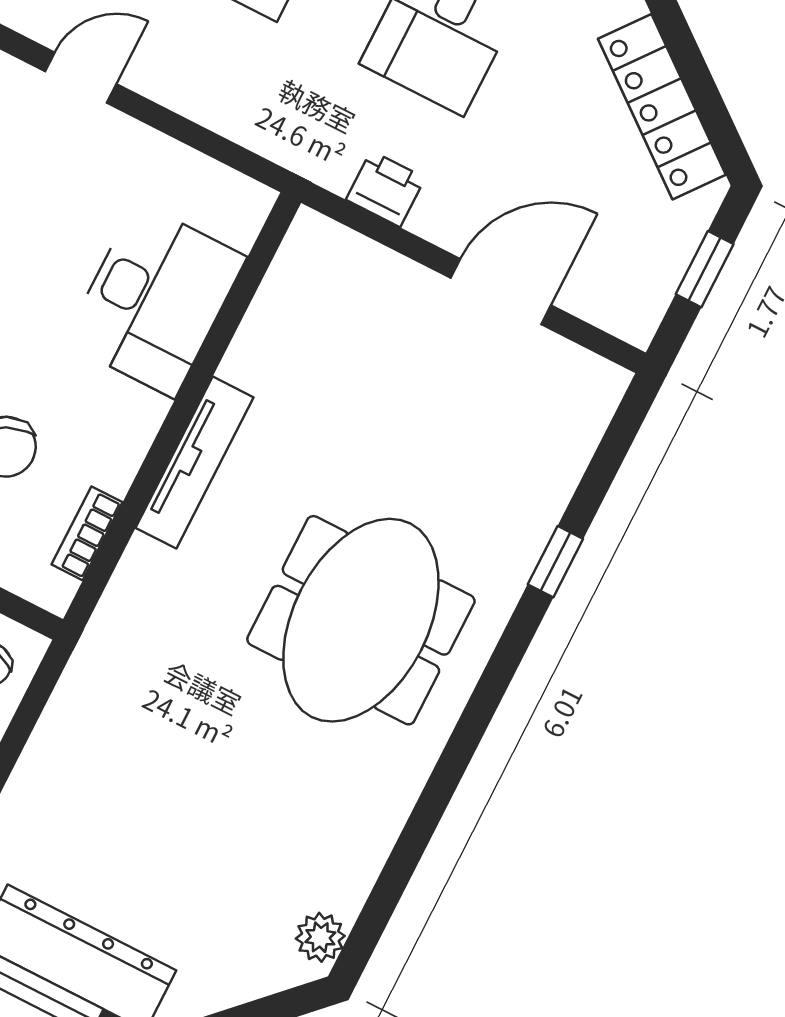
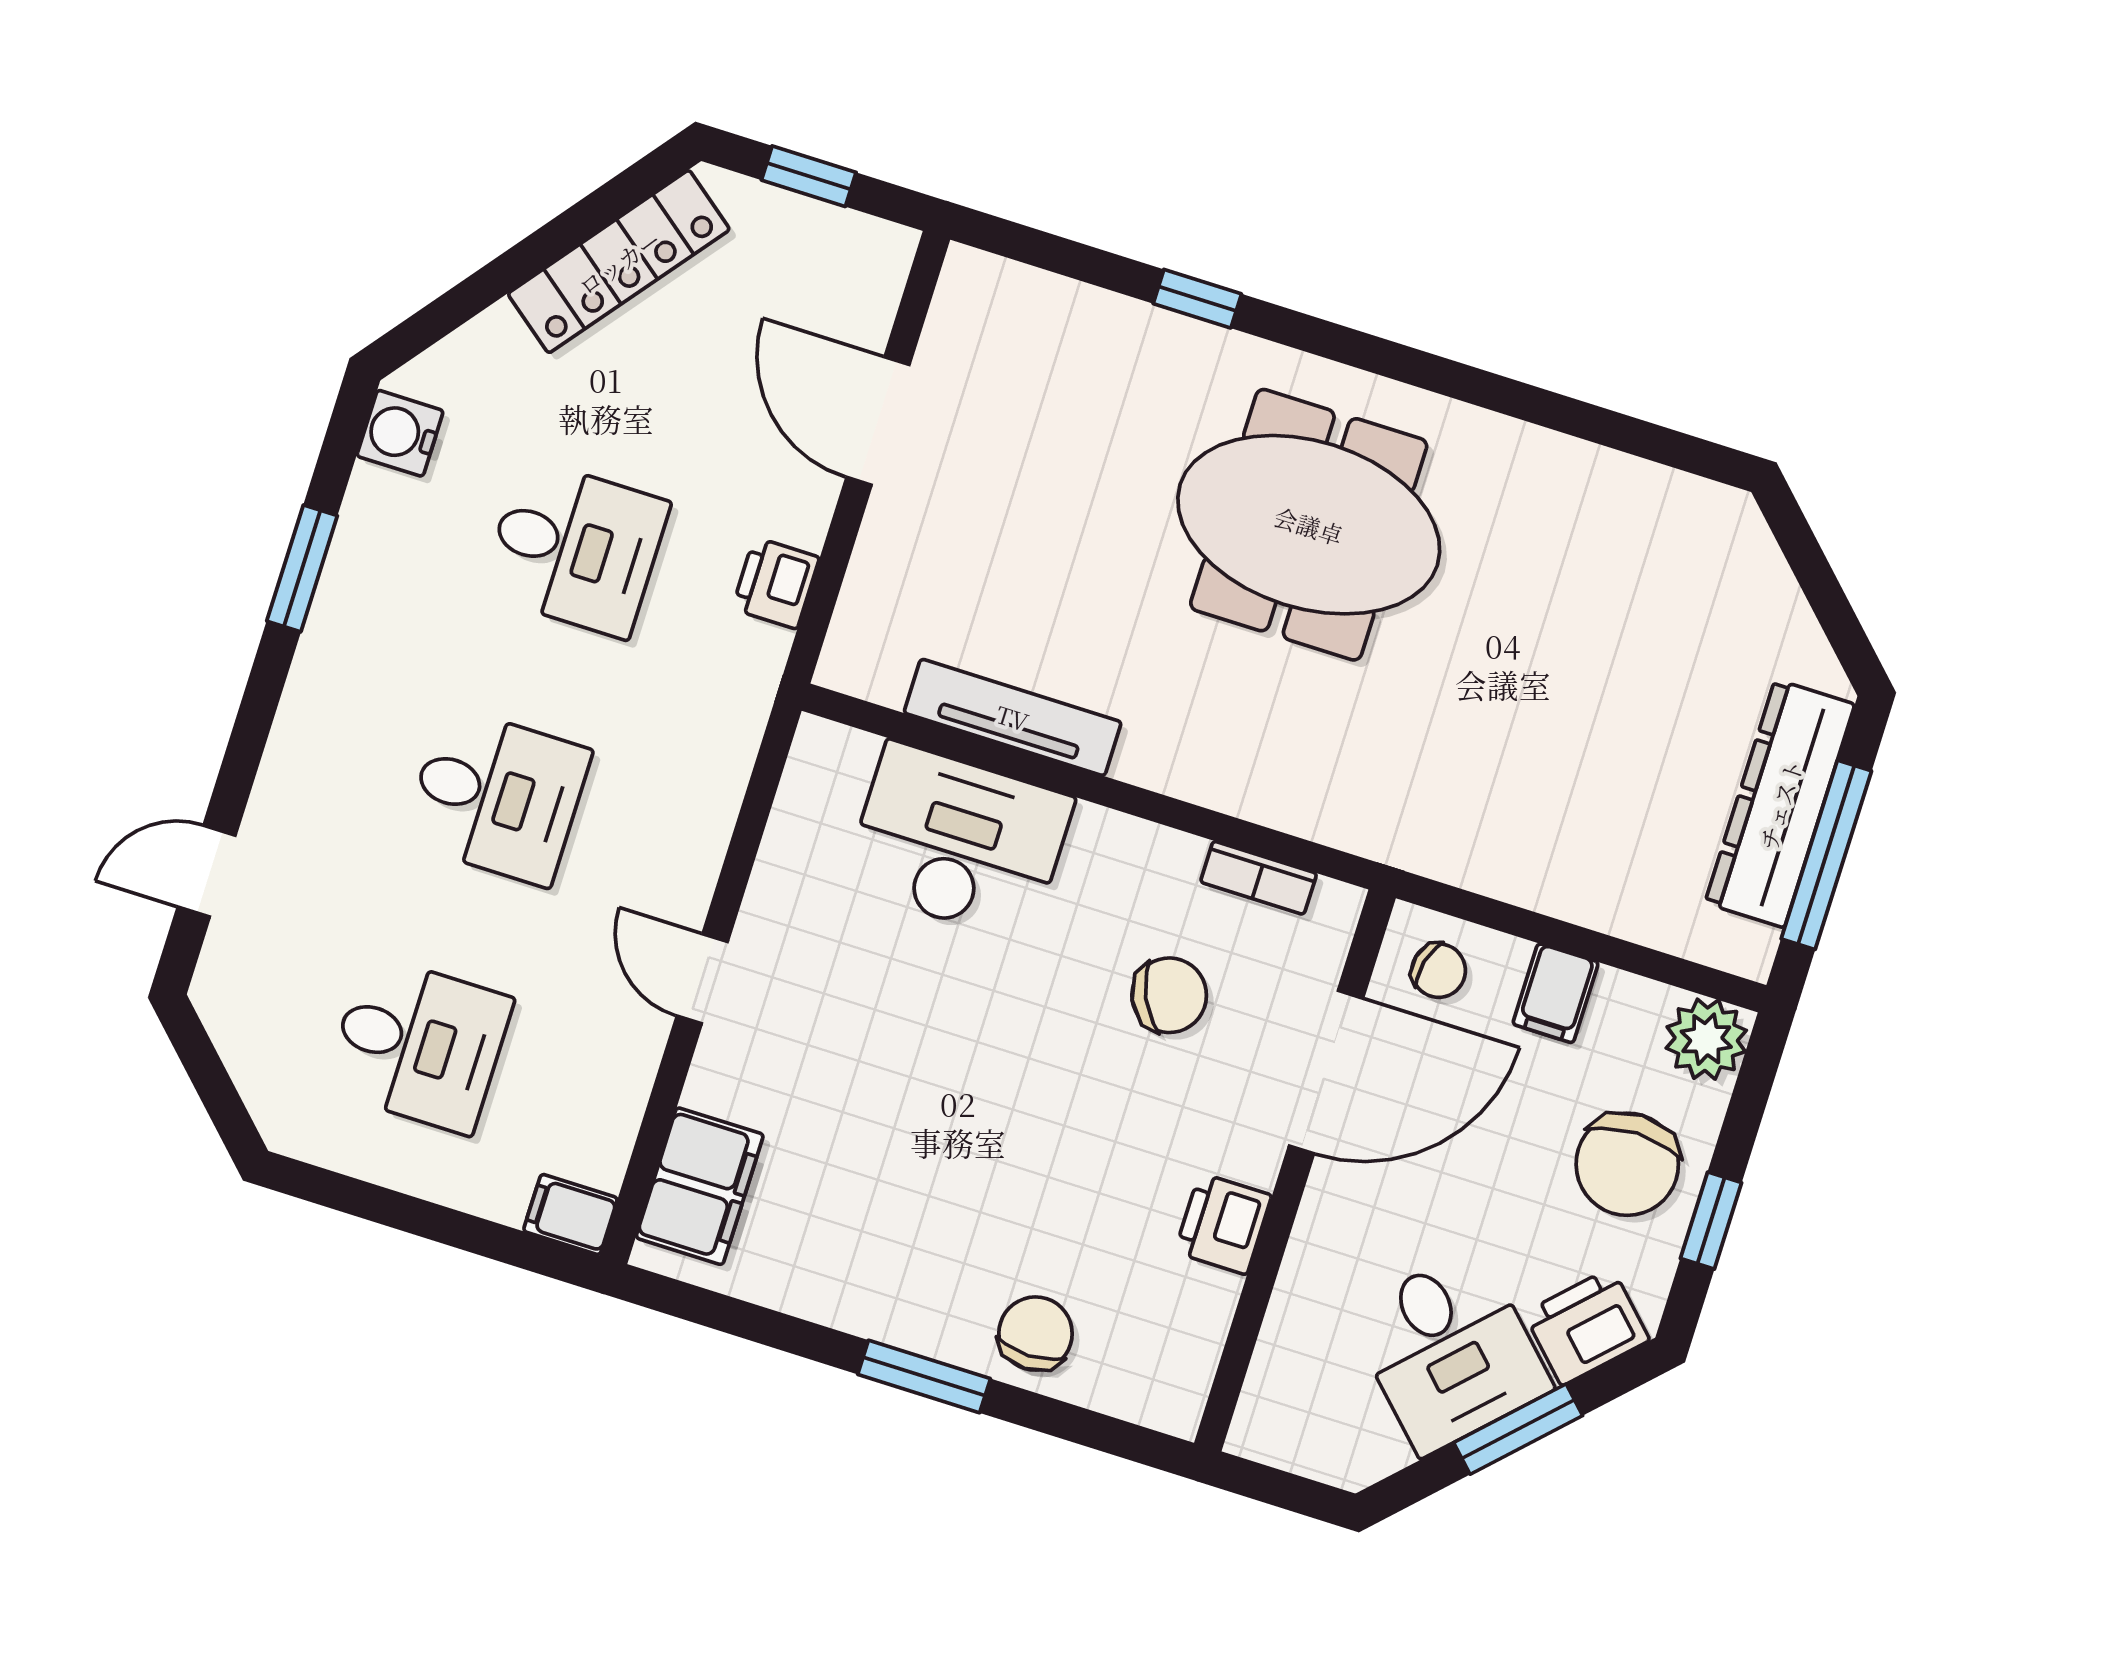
tv unit: (195, 463) -> (1013, 717), moved
plant: (320, 937) -> (1705, 510), removed

